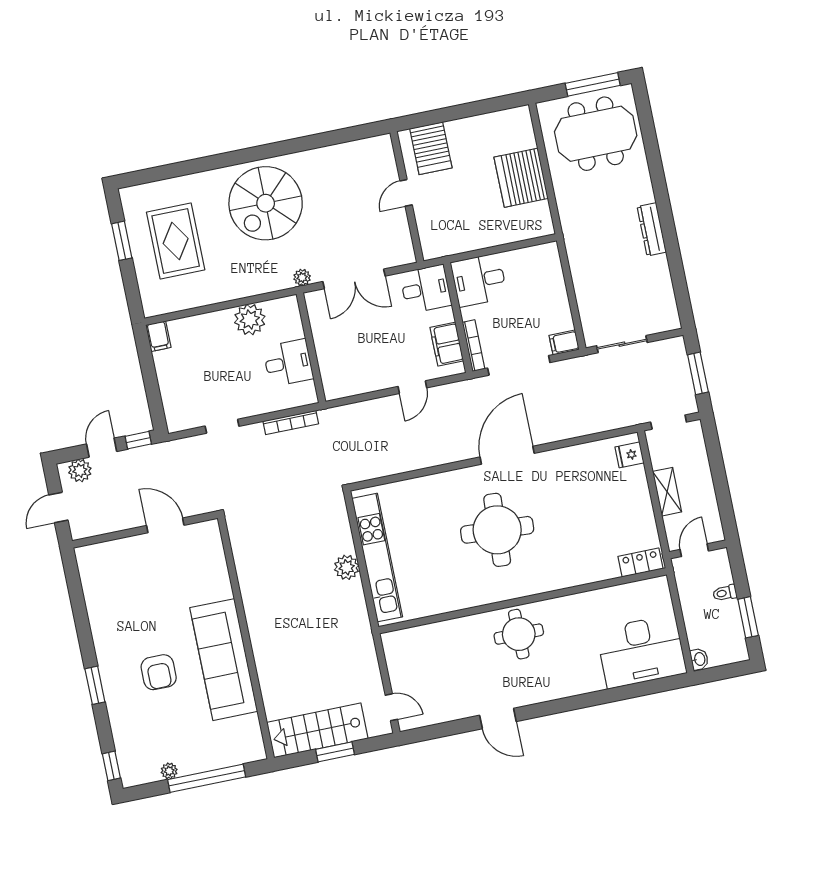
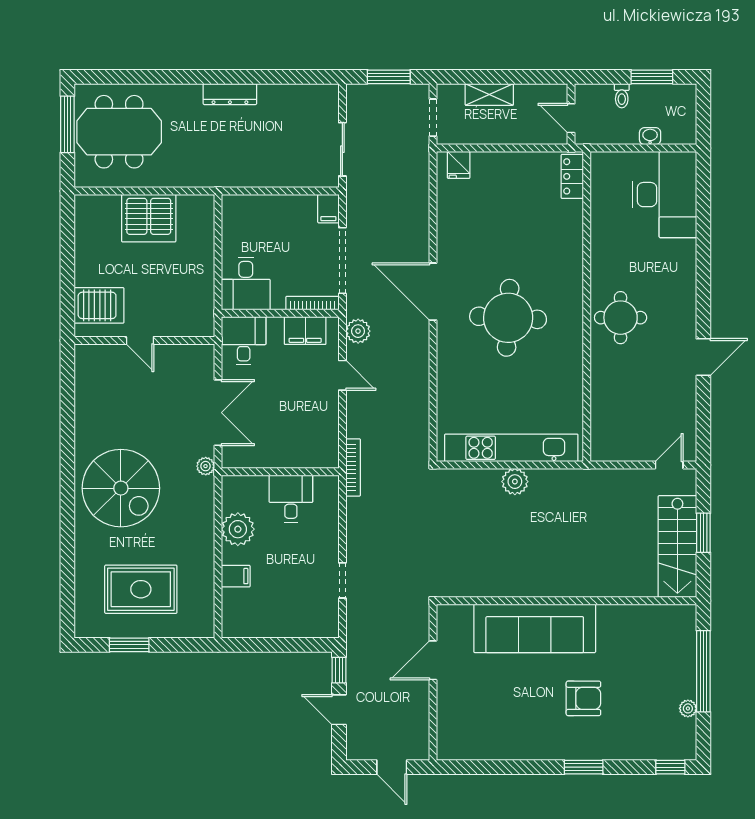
meeting table: (596, 134) -> (119, 132), turned 90
filing cabinet: (158, 336) -> (236, 576), moved
bookcase: (291, 422) -> (353, 467), moved
plant: (80, 470) -> (358, 331), moved
shelving: (667, 492) -> (489, 94), moved
washbasin: (699, 659) -> (650, 136), moved
sofa: (224, 660) -> (535, 628), moved

